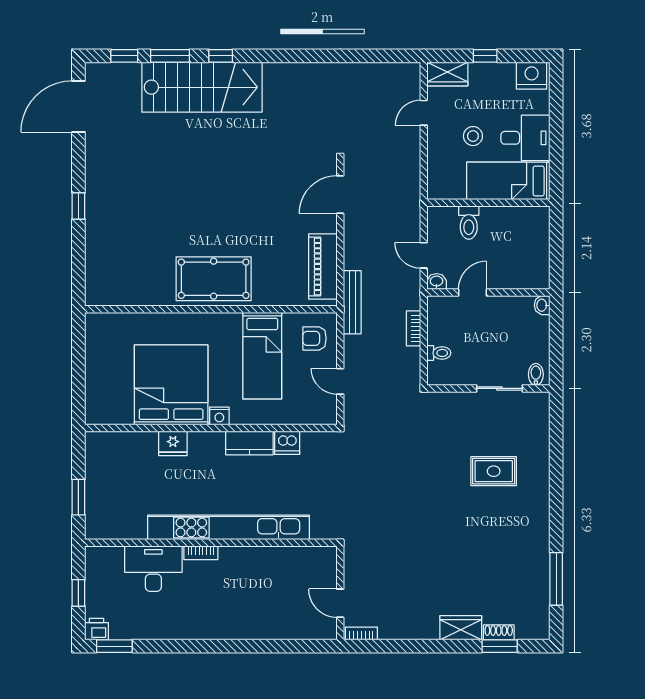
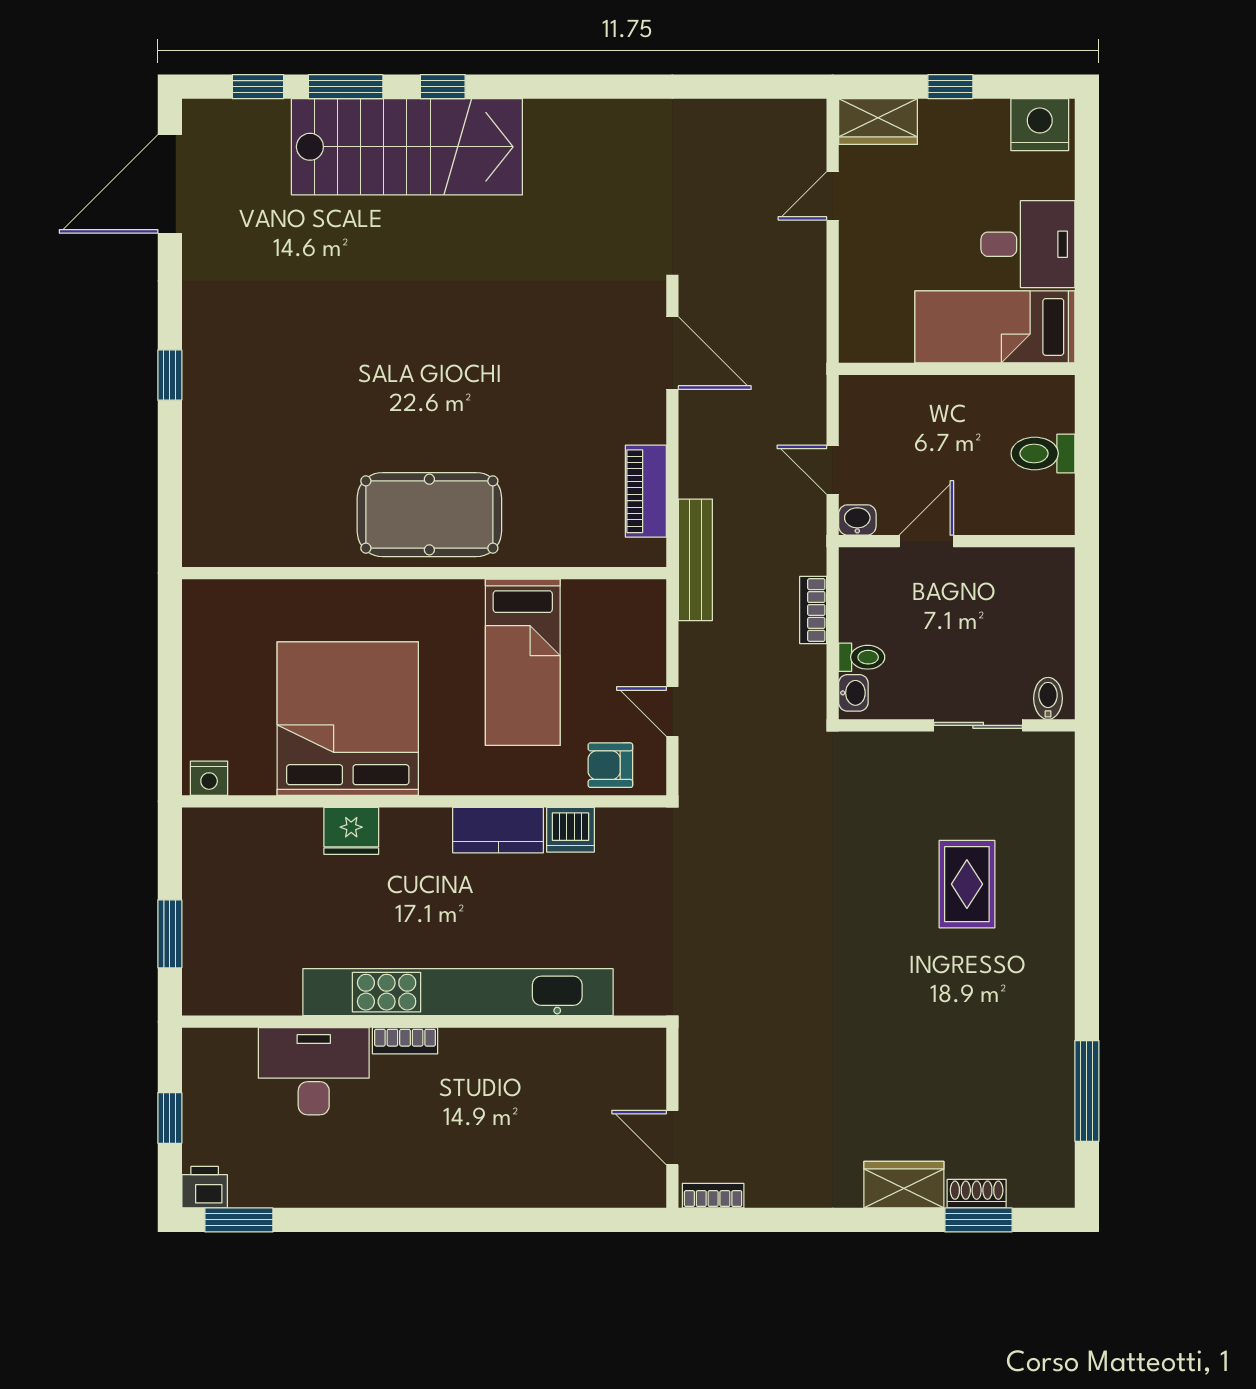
stool: (473, 136) -> (927, 241), removed
door: (340, 194) -> (672, 353), swing flipped
toilet: (469, 223) -> (1043, 453), moved, turned 90
piano: (323, 266) -> (646, 491), width x0.73, depth x0.75
washbasin: (542, 305) -> (853, 693), moved, turned 180
armchair: (315, 338) -> (610, 765), moved
nightstand: (219, 416) -> (209, 778), moved
rug: (494, 471) -> (967, 884), turned 90

